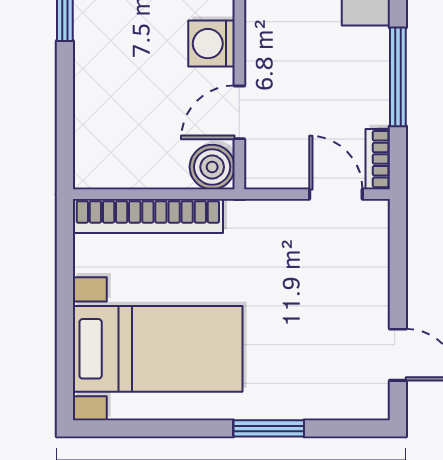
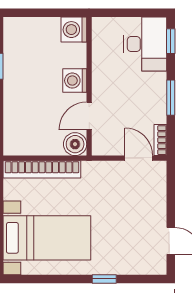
window: (398, 77) -> (171, 98), width x0.69
window: (269, 428) -> (104, 279), width x0.67

